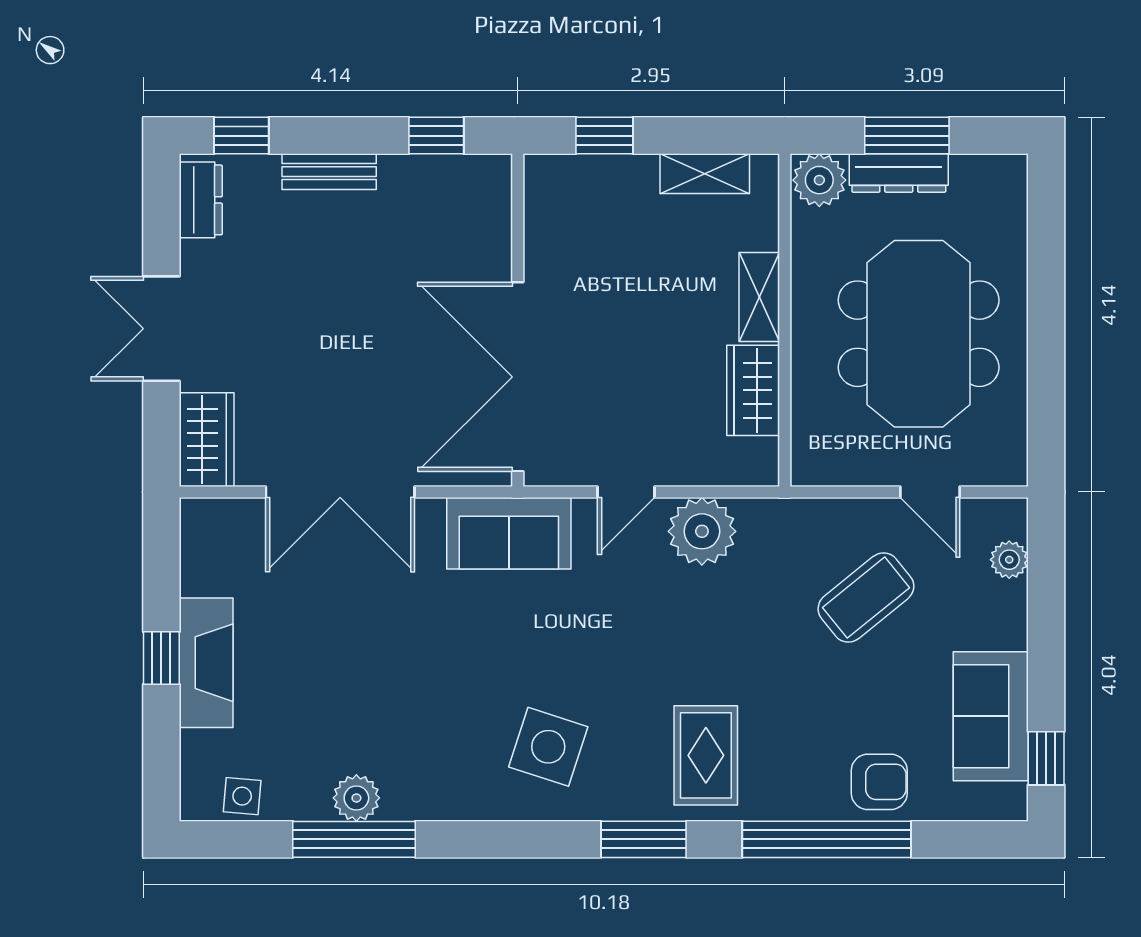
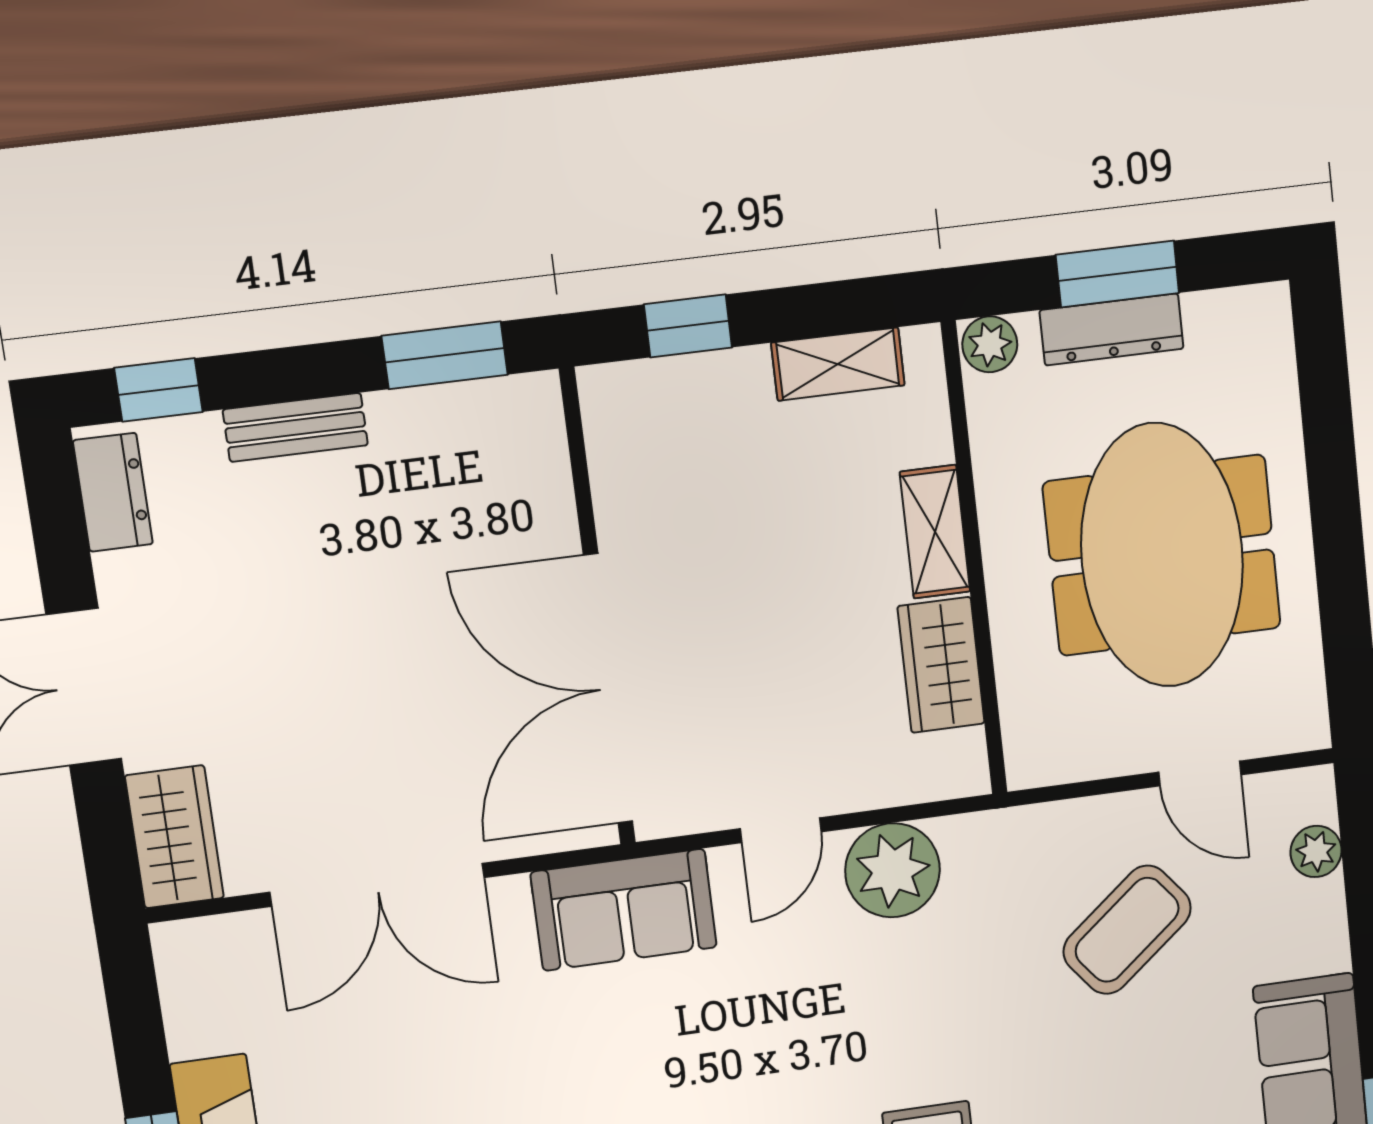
window: (436, 136) -> (445, 355), width x1.50
plant: (819, 180) -> (990, 344), width x0.73, depth x0.73

